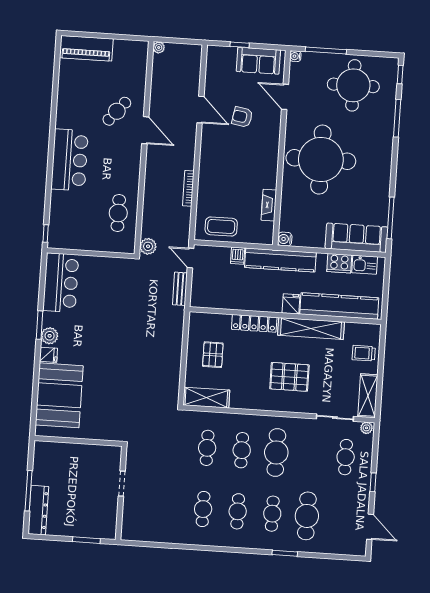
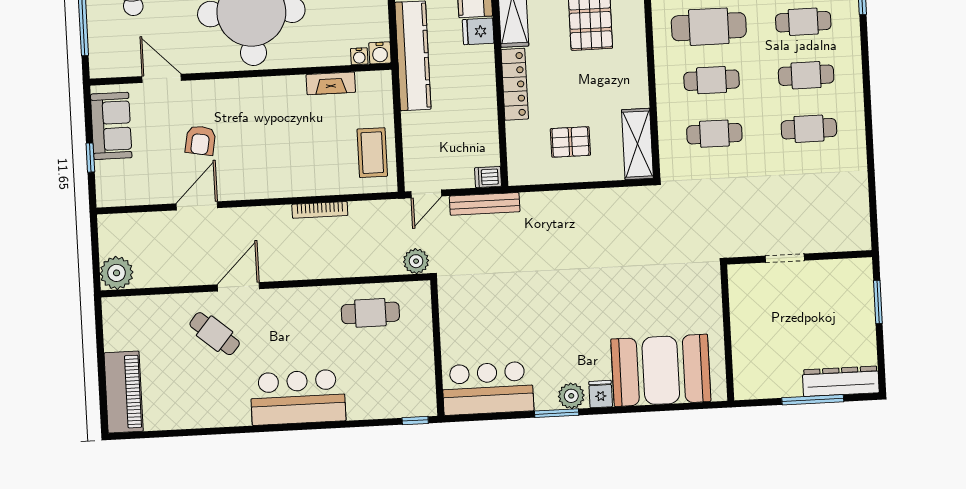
plant: (159, 47) -> (117, 273), width x1.88, depth x1.88
water cooler: (295, 56) -> (359, 56), moved
door: (285, 97) -> (162, 78), swing flipped
dishwasher: (238, 256) -> (488, 177), moved, turned 180
bench: (180, 289) -> (485, 204), width x1.36

